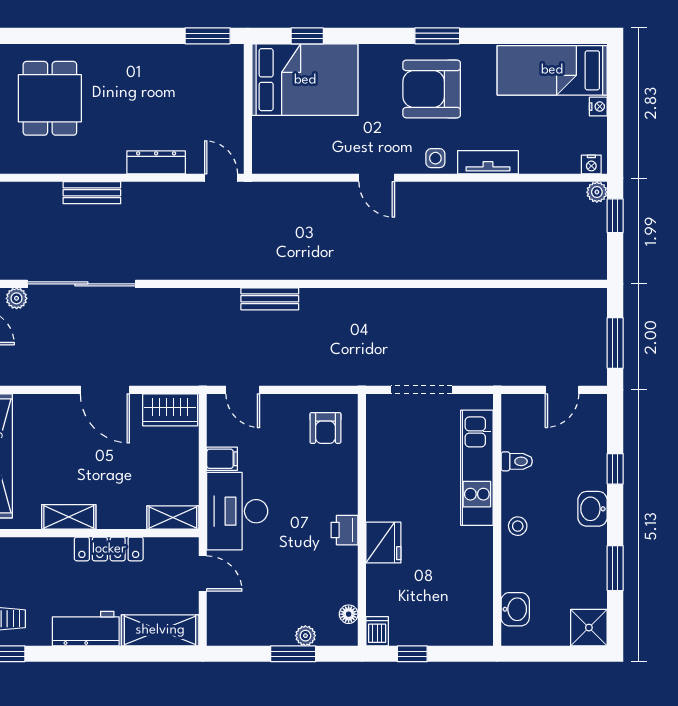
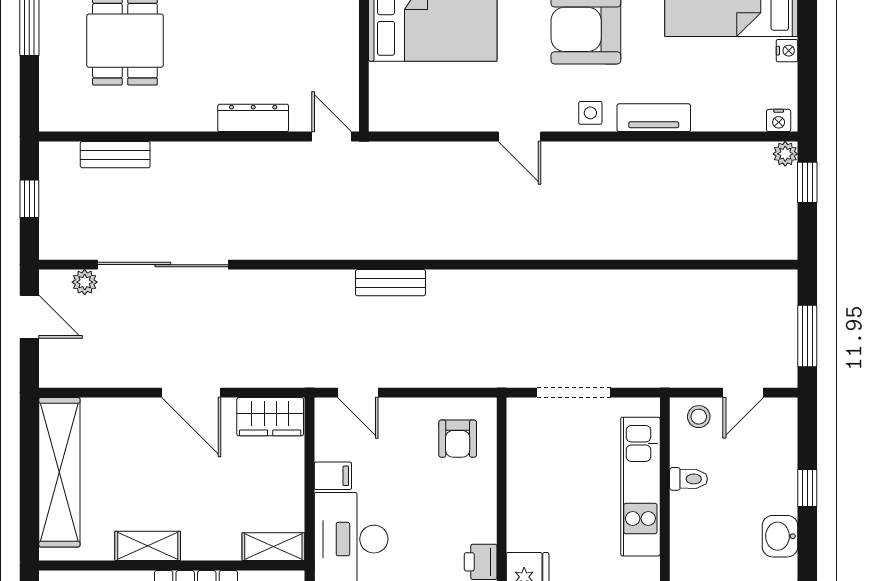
bench: (92, 193) -> (115, 155), moved
stool: (518, 526) -> (699, 417), moved

